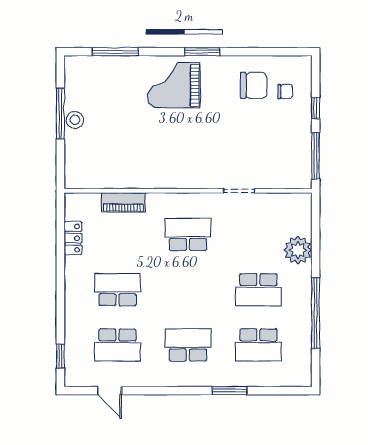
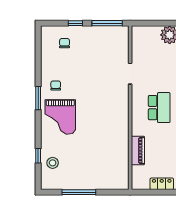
window: (115, 52) -> (38, 156), width x0.46
chair: (254, 85) -> (56, 85), moved, width x0.54, depth x0.54
stool: (75, 120) -> (53, 163), moved
school desk: (188, 234) -> (159, 108), turned 180

